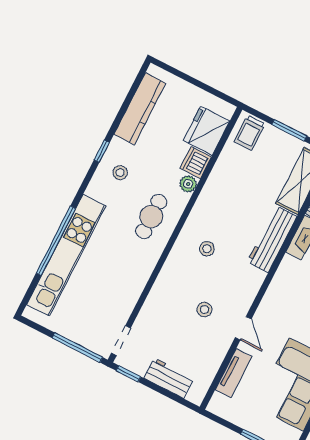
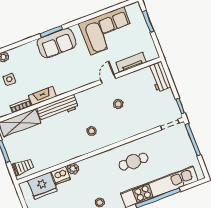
cafe table: (151, 217) -> (133, 162), moved
workbench: (169, 378) -> (159, 77), moved

